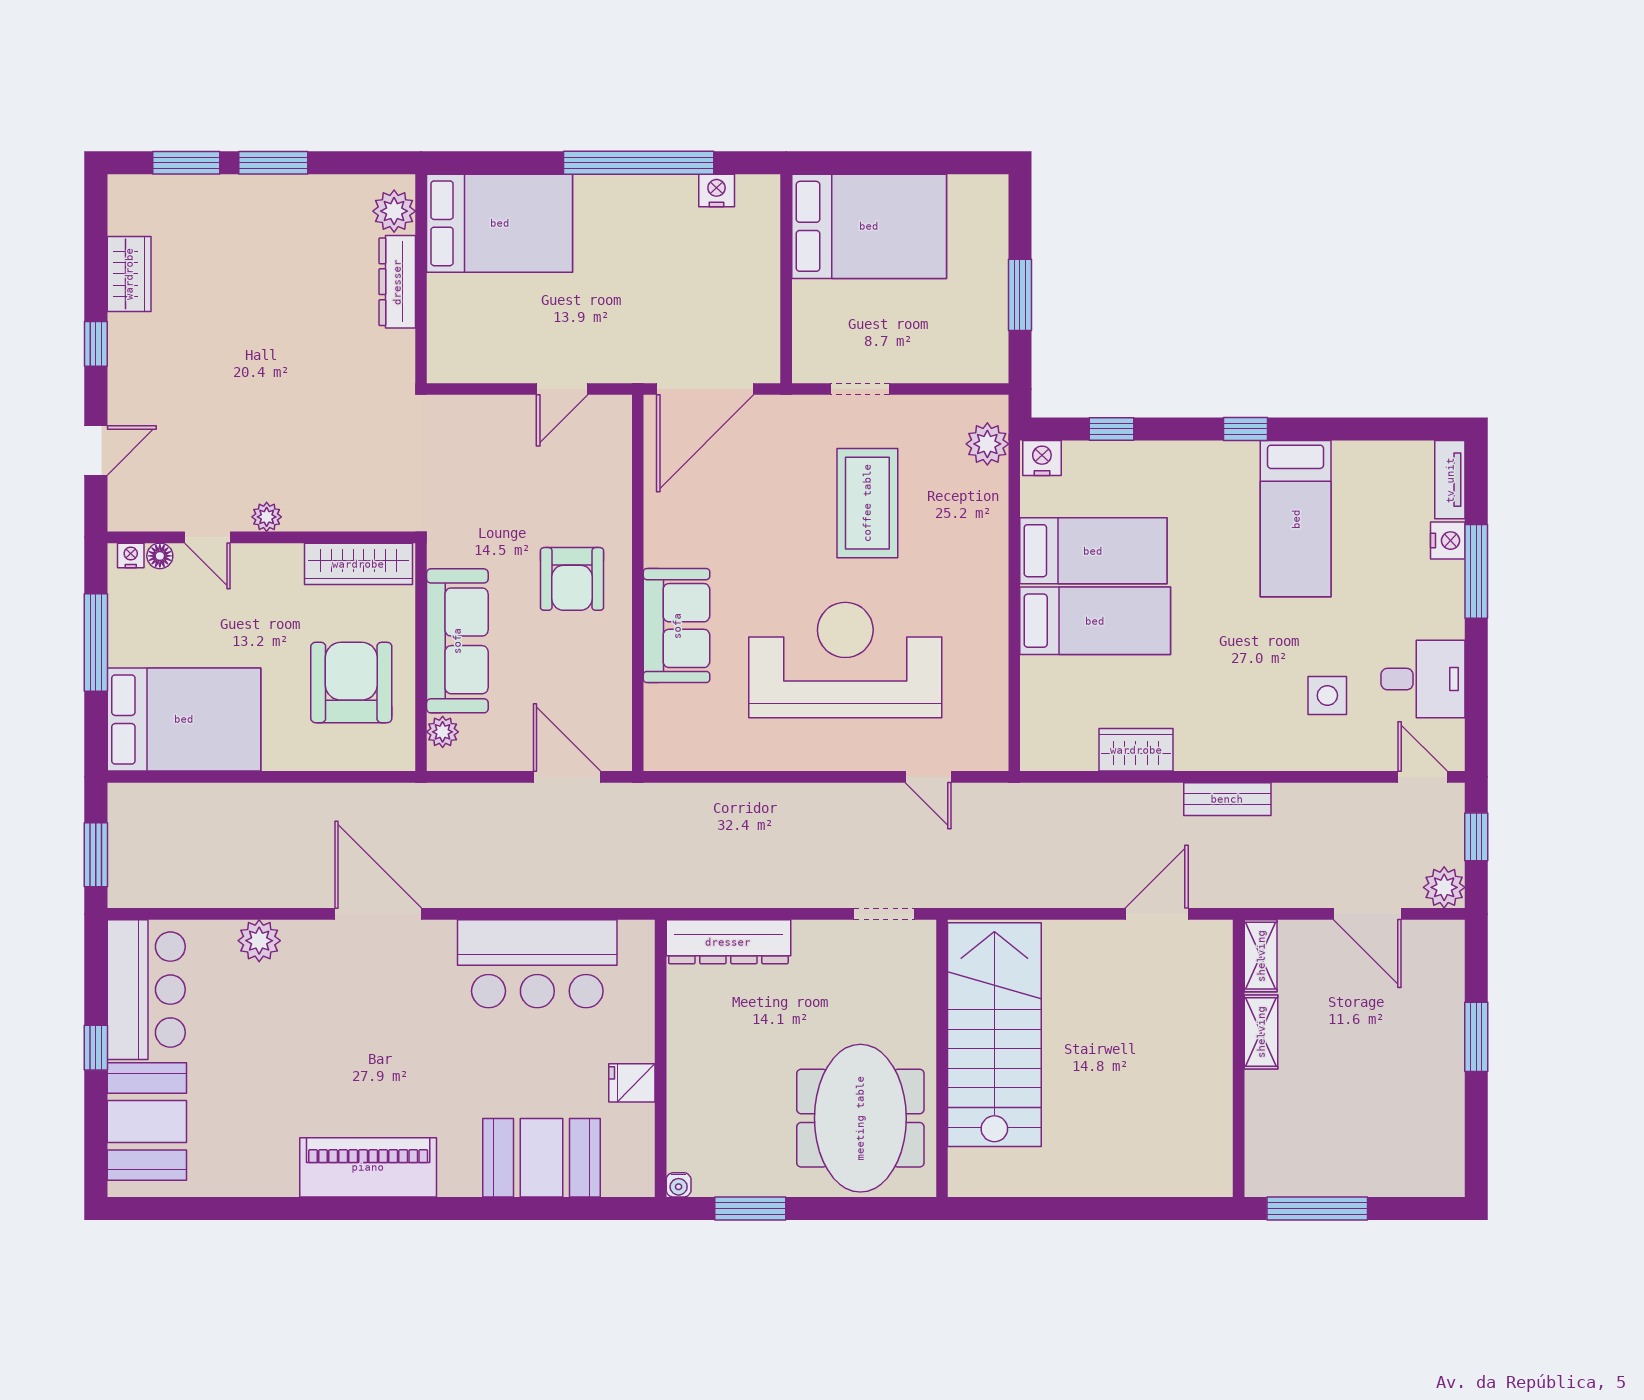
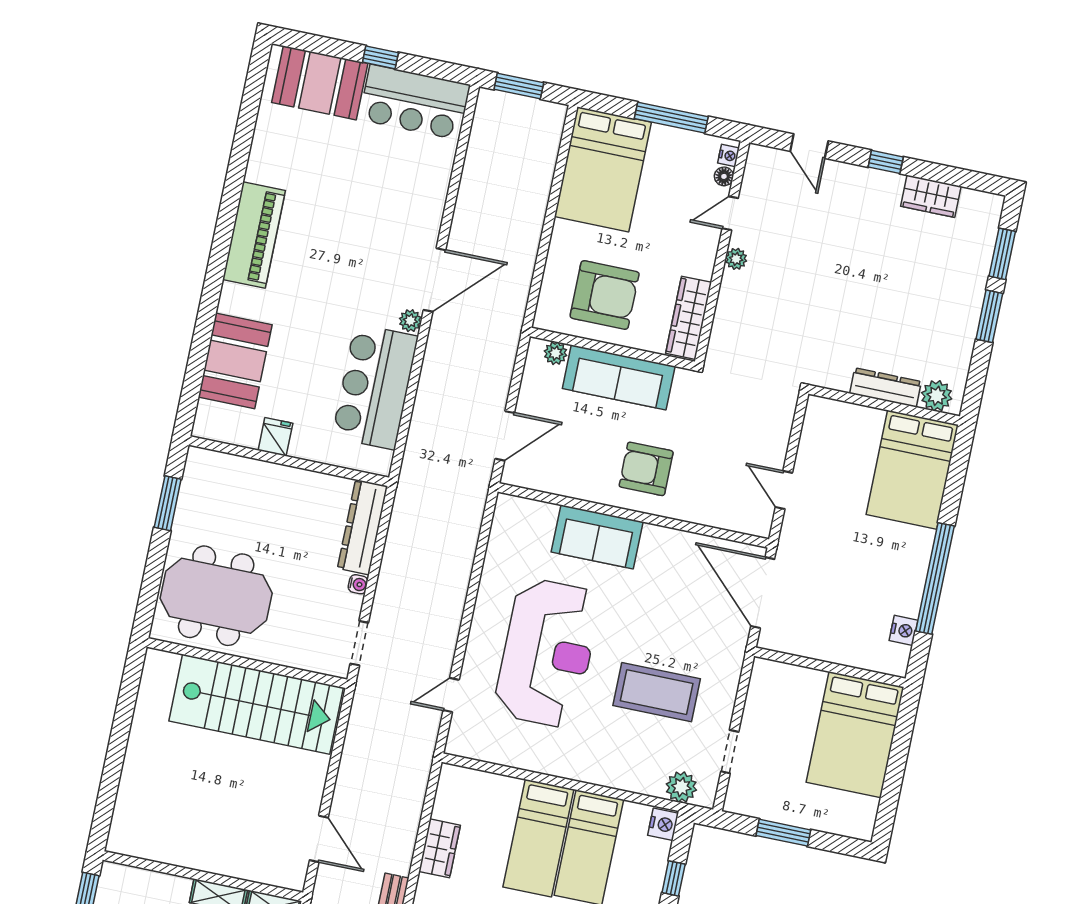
doorway: (860, 389) -> (730, 752), moved
plant: (259, 941) -> (410, 321), moved, width x0.73, depth x0.73
water cooler: (679, 1185) -> (358, 584), moved, turned 180

